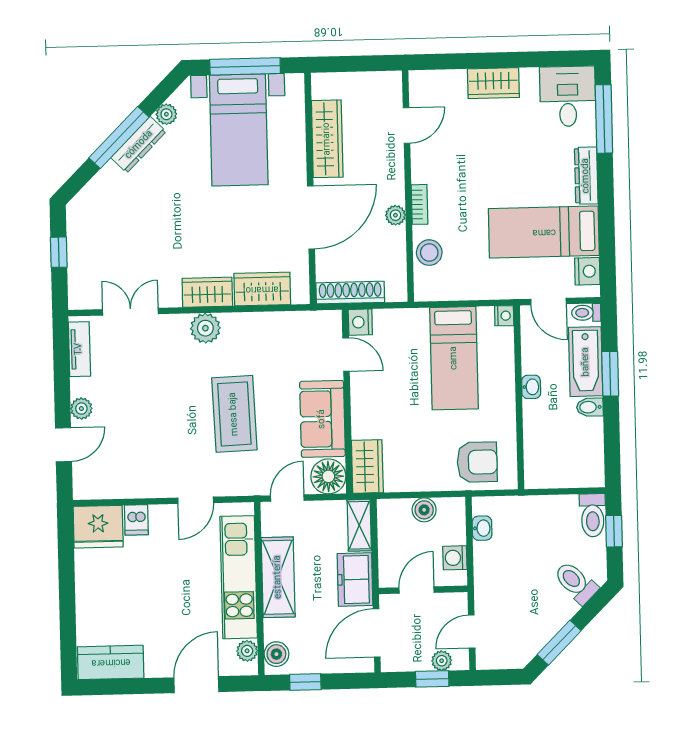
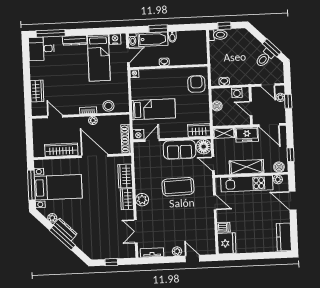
wardrobe: (493, 83) -> (37, 91), moved
bed: (454, 358) -> (153, 109), moved
toilet: (576, 583) -> (264, 58), moved

